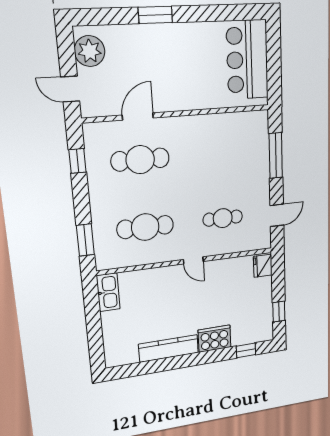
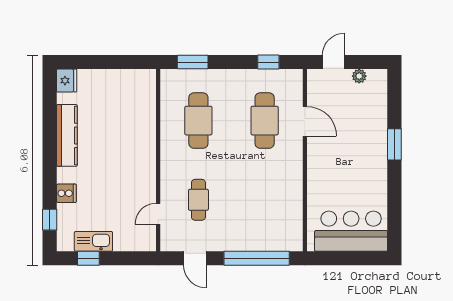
plant: (90, 51) -> (359, 76), width x0.53, depth x0.53
window: (276, 155) -> (257, 258), width x1.46
door: (193, 260) -> (158, 214), moved
fridge: (263, 266) -> (67, 81), moved, turned 90
kitchen sink: (108, 292) -> (93, 241), moved, turned 180
cooker: (215, 339) -> (66, 193), width x0.53, depth x0.76

